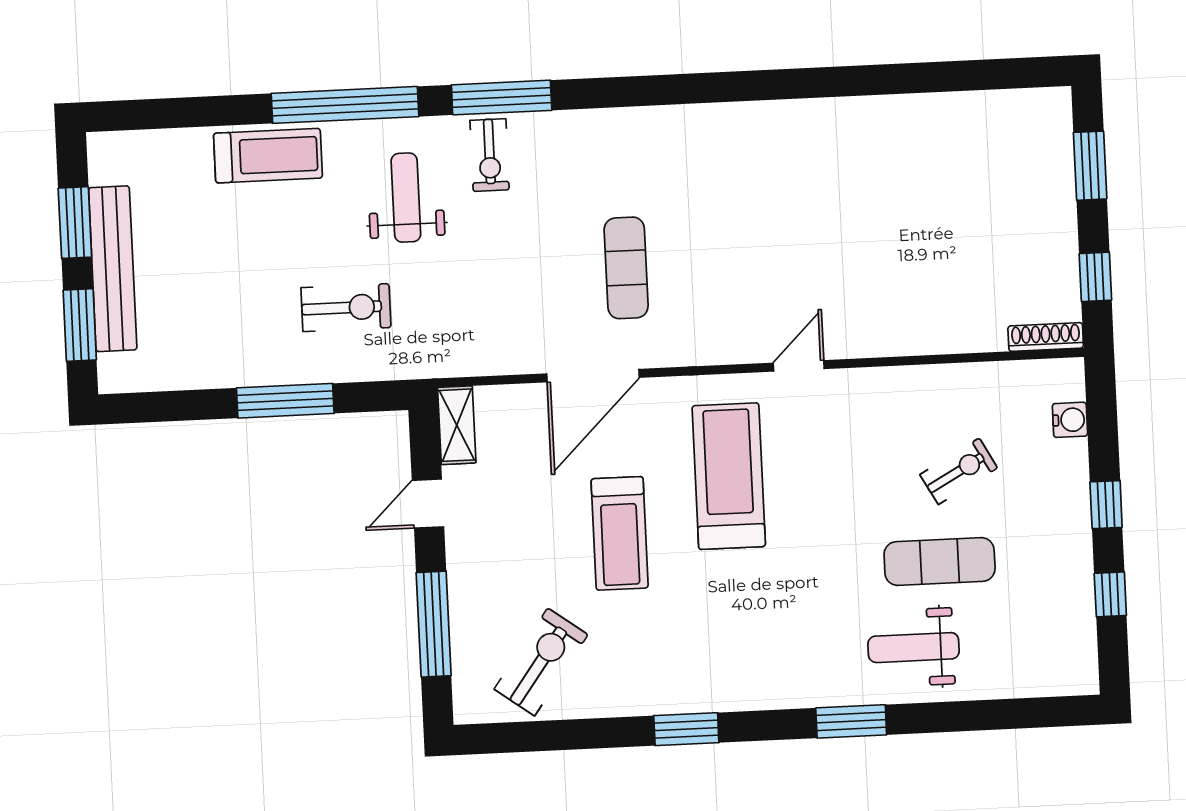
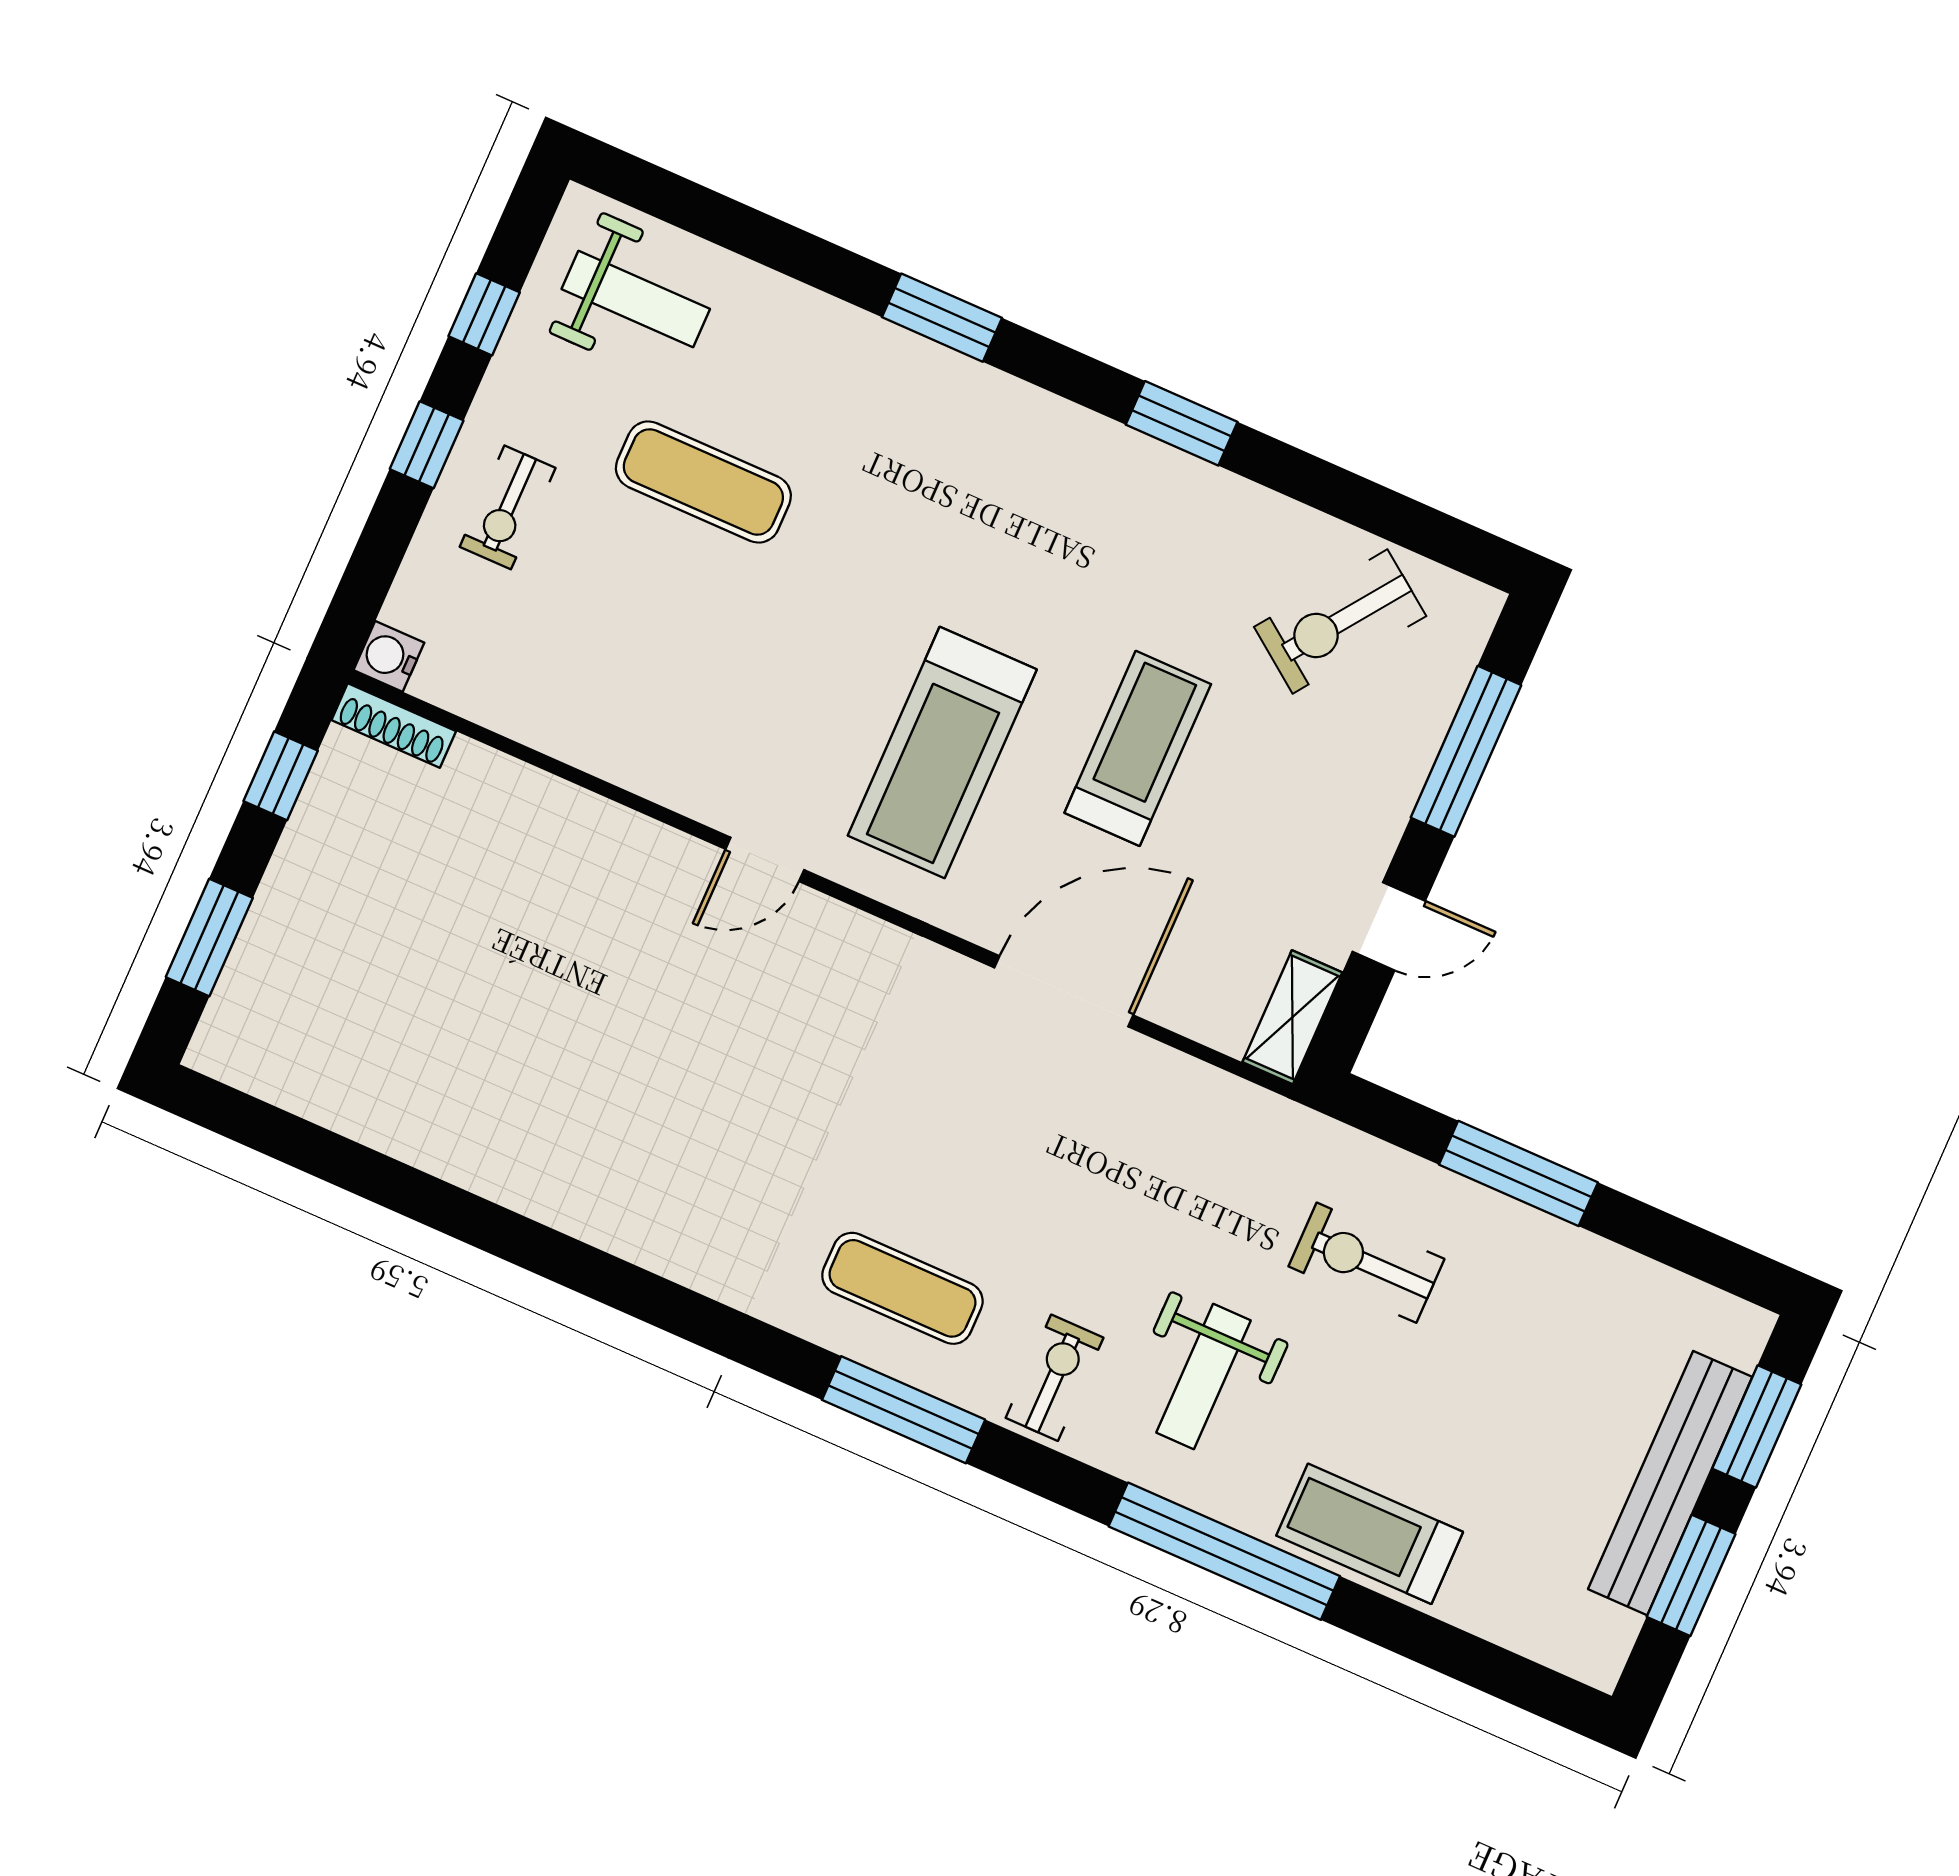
window: (502, 98) -> (904, 1410), moved
exercise mat: (626, 268) -> (902, 1288), moved, turned 90
water cooler: (1070, 420) -> (389, 656), moved
exercise bike: (959, 471) -> (508, 507), moved, turned -61
weight bench: (914, 648) -> (636, 299), moved

